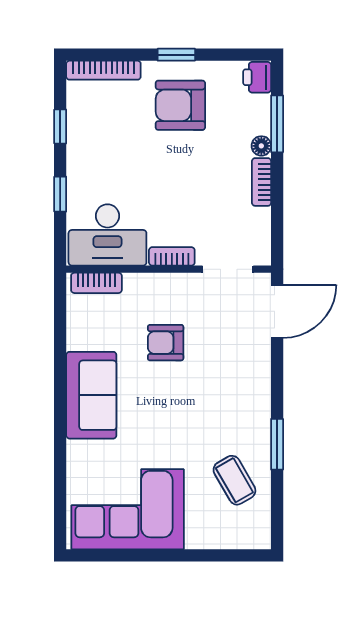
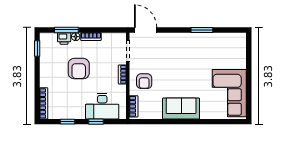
window: (176, 55) -> (37, 49), moved
printer: (257, 77) -> (64, 38), moved
armchair: (180, 105) -> (79, 69), moved
desk: (107, 235) -> (102, 106), moved, turned 90
armchair: (166, 343) -> (144, 81), moved
coffee table: (234, 480) -> (217, 48), removed

